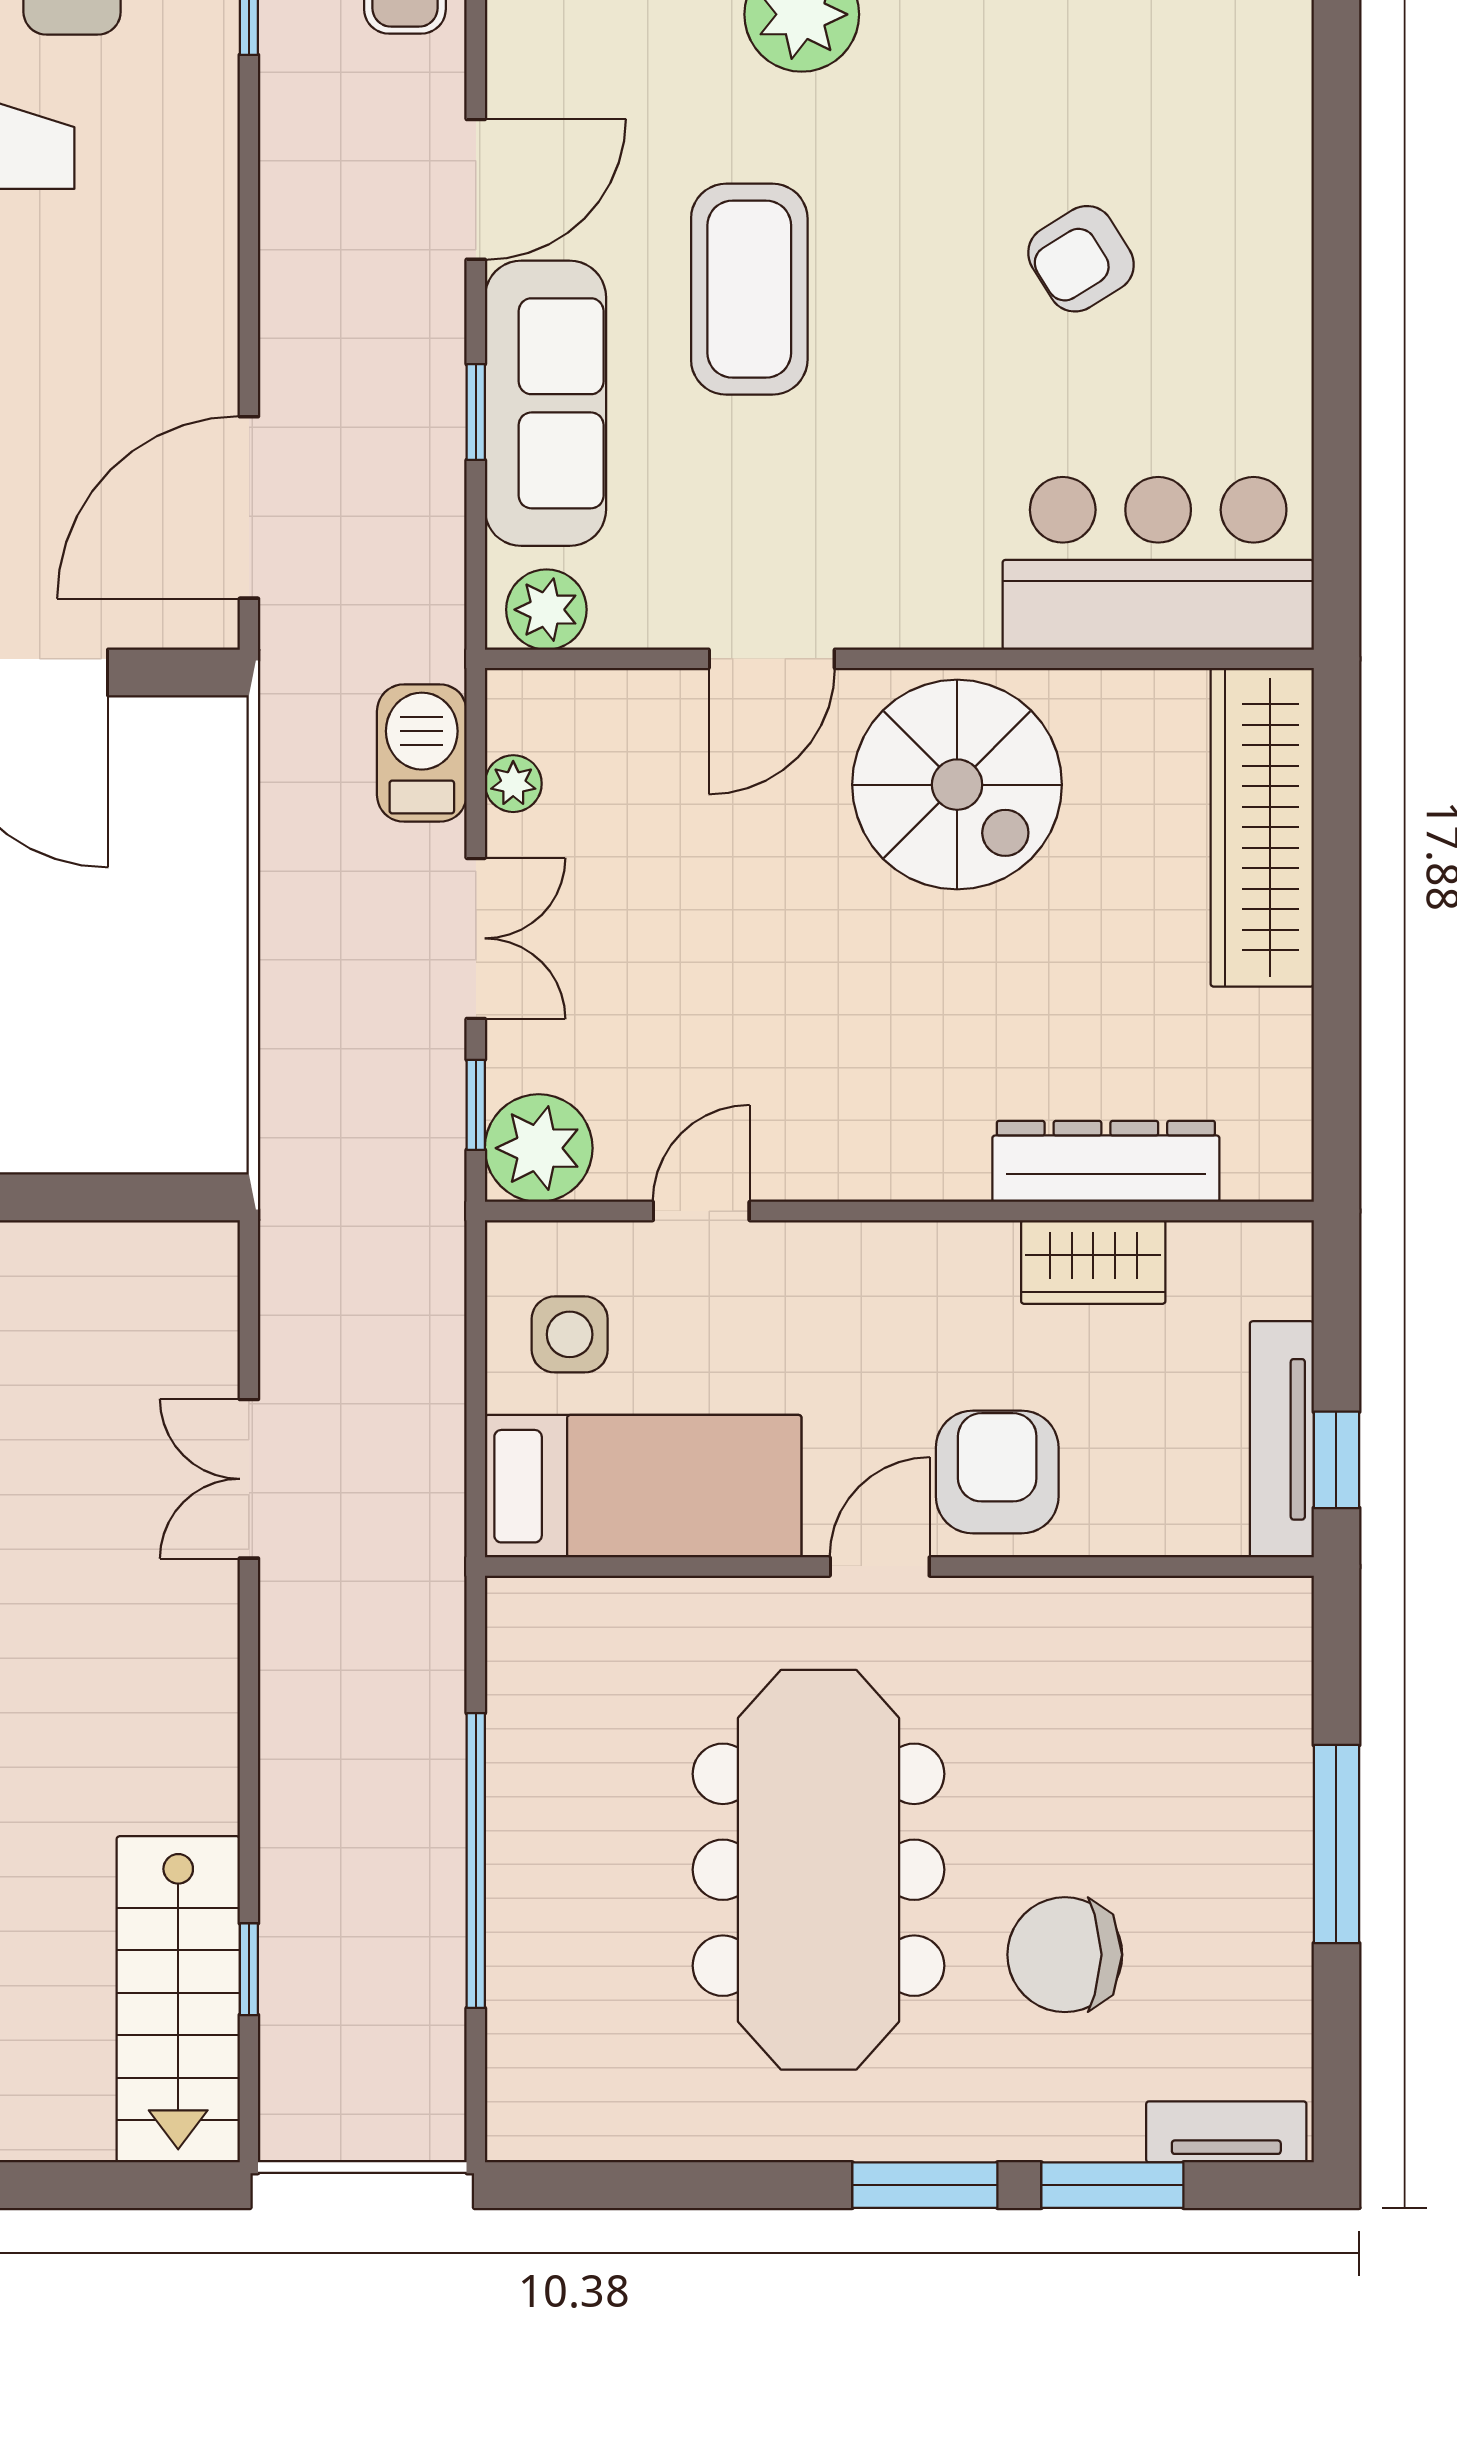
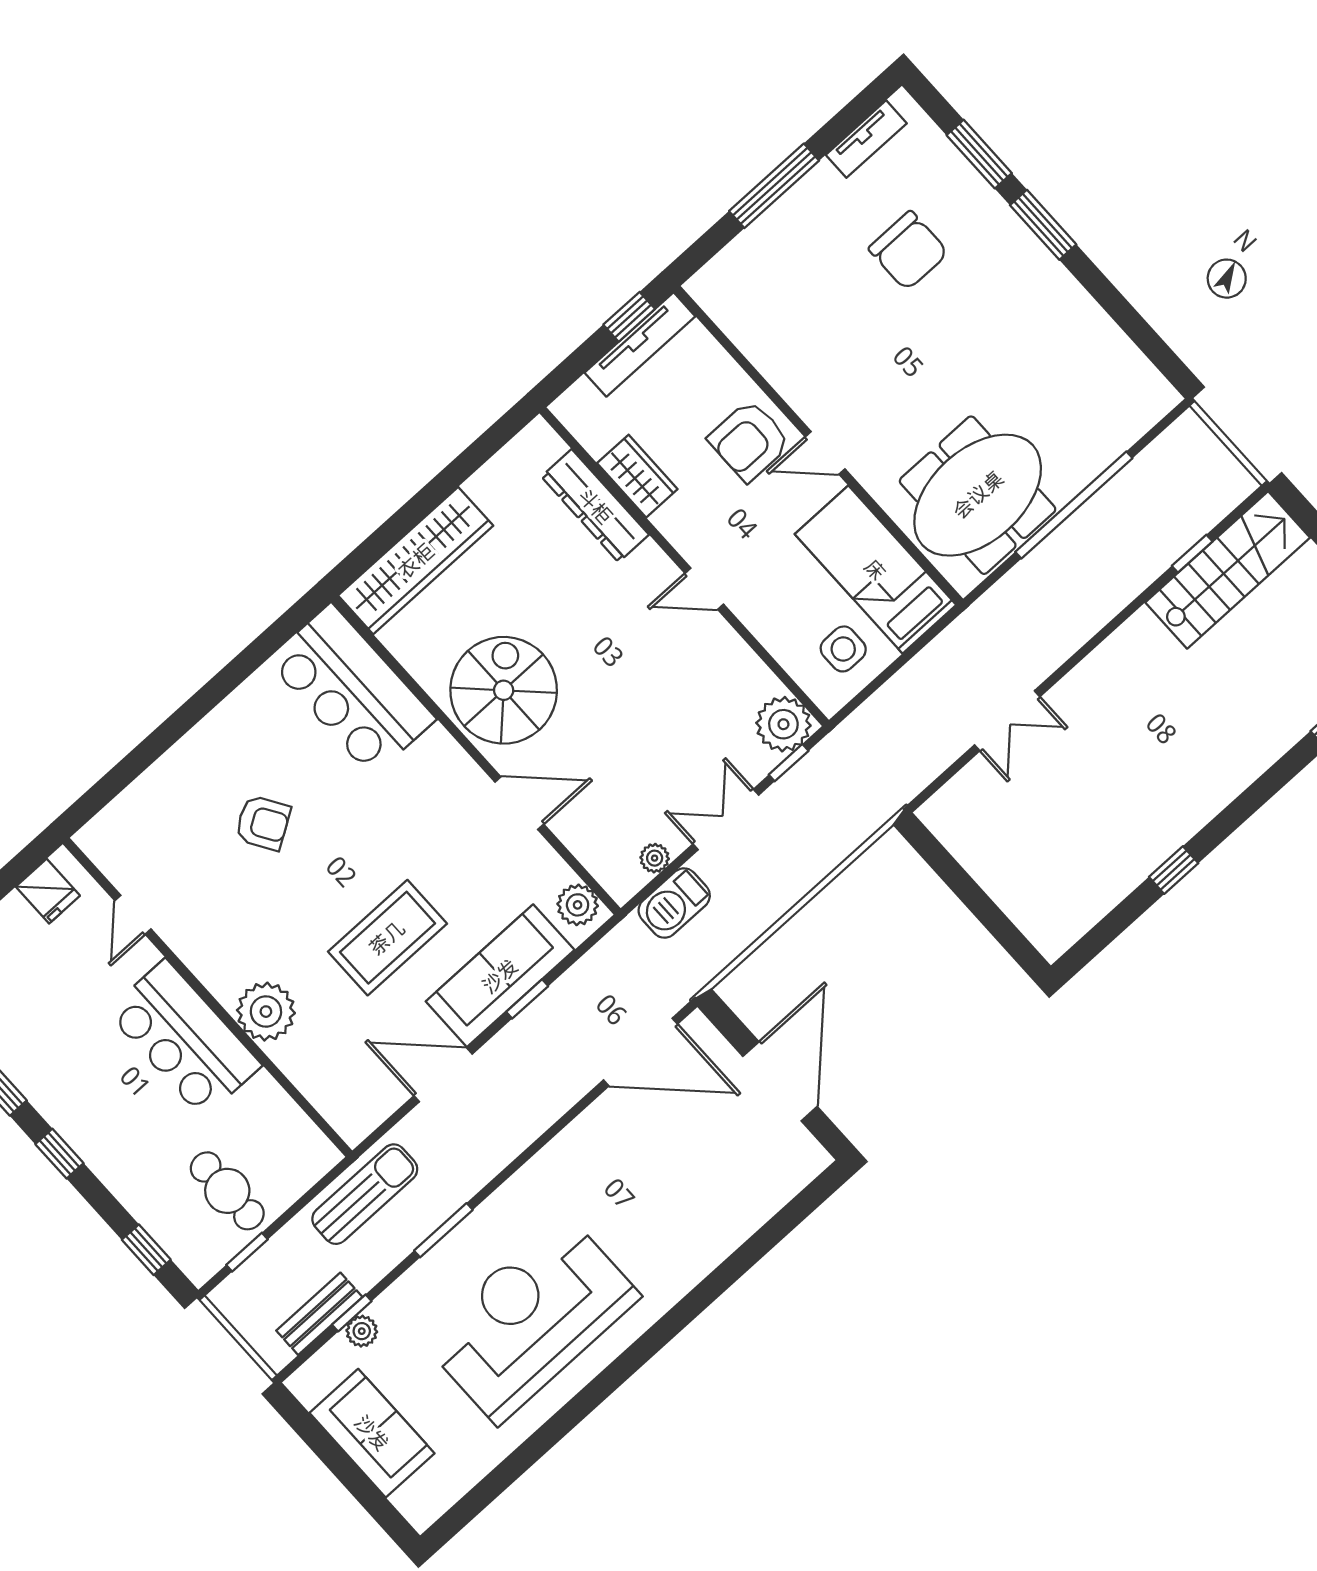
door: (701, 1211) -> (704, 589), moved
meeting table: (819, 1870) -> (978, 495), moved, width x0.73
tv unit: (1226, 2132) -> (866, 139), moved, turned -90

